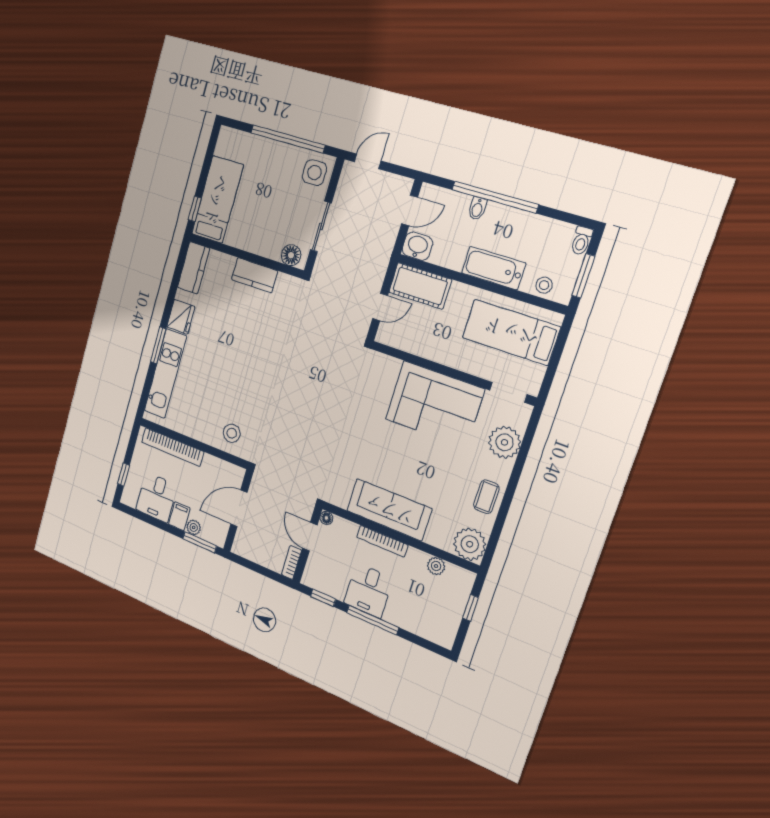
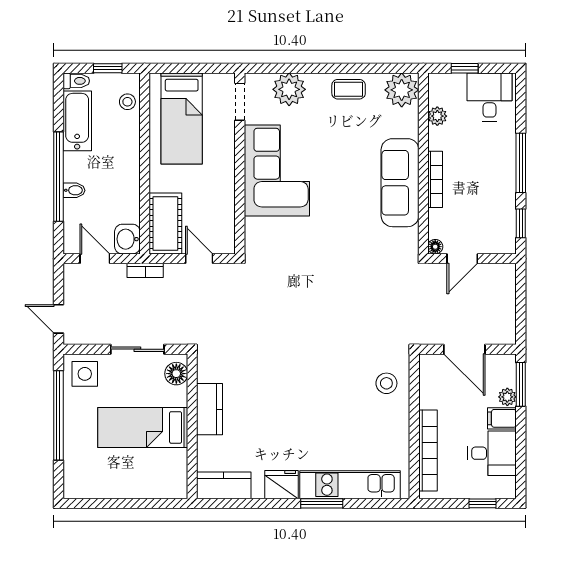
bed: (217, 200) -> (143, 427), moved
window: (195, 209) -> (160, 503), removed
bathtub: (493, 268) -> (77, 121), moved, turned 180
window: (583, 276) -> (108, 68), width x0.67
bookcase: (291, 562) -> (145, 270), moved
desk: (368, 591) -> (490, 97), moved, turned -90

